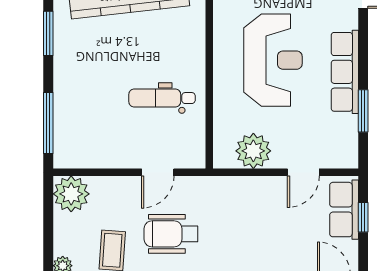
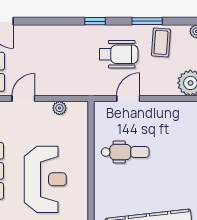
reception desk: (273, 60) -> (45, 179), turned 180
plant: (253, 151) -> (59, 108), width x0.53, depth x0.53

